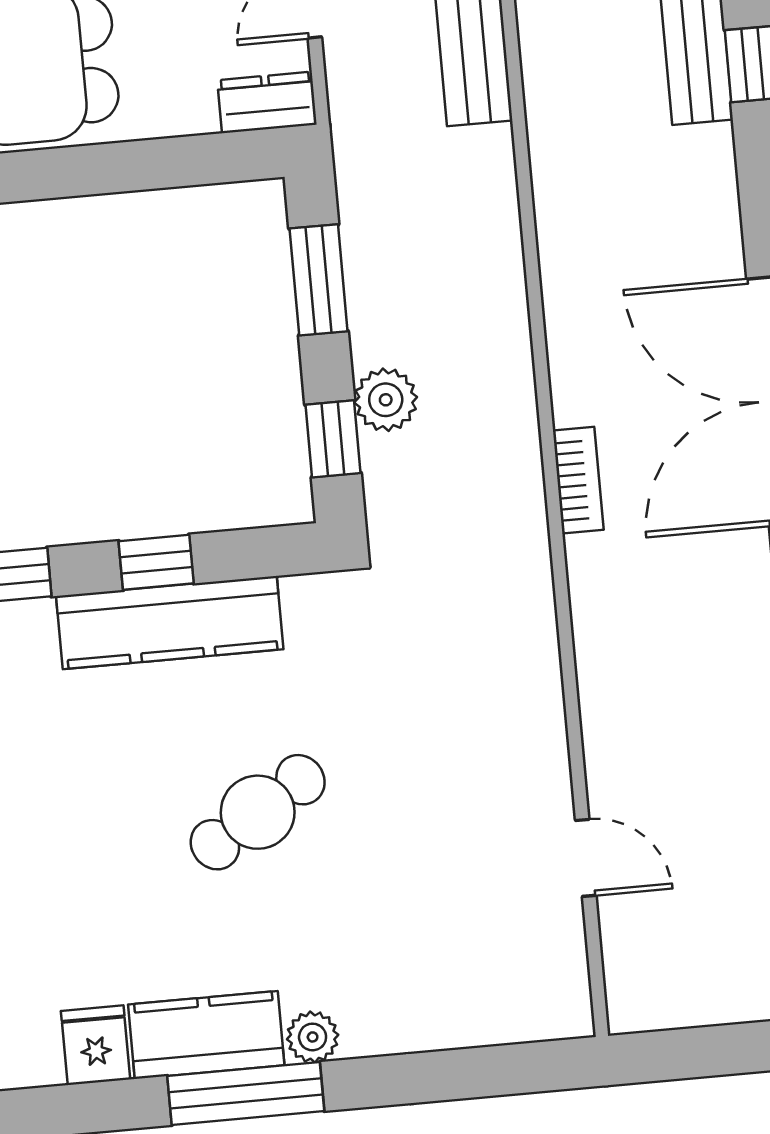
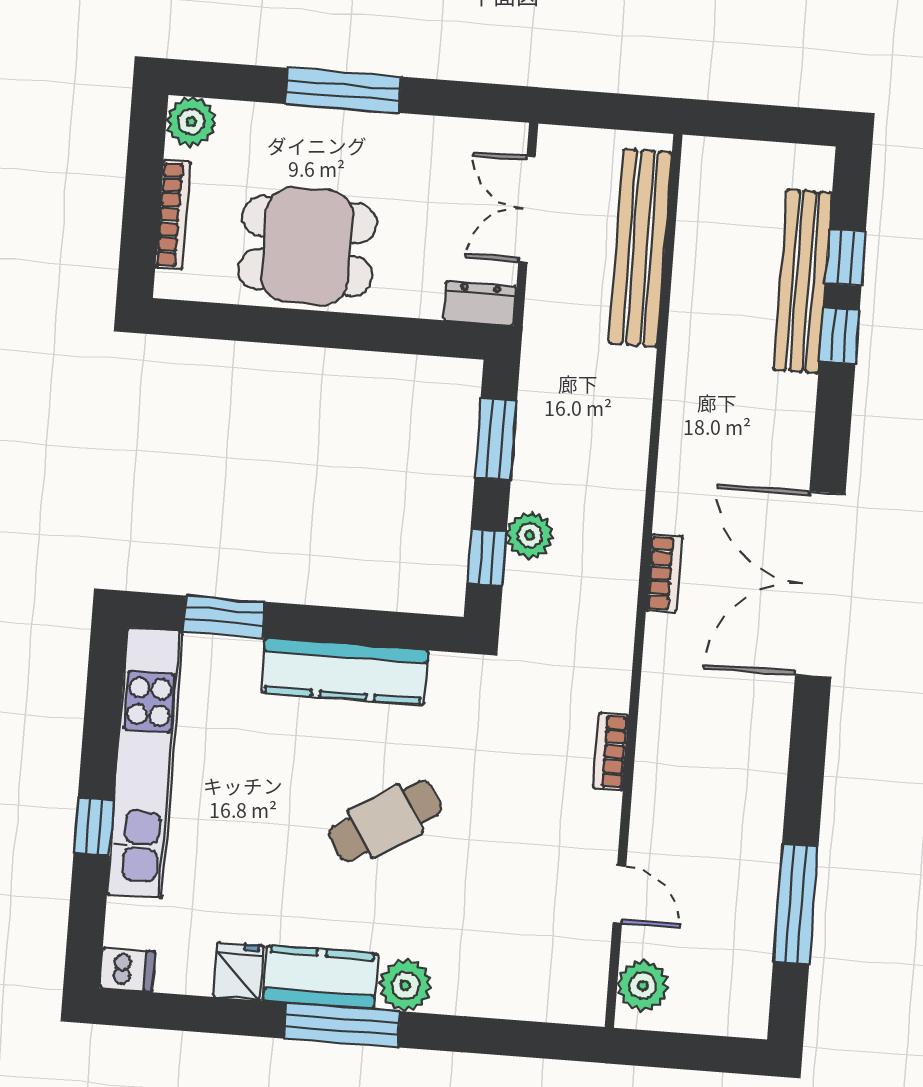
bookcase: (578, 480) -> (664, 573), moved
window: (156, 562) -> (342, 626), removed
bookcase: (542, 669) -> (611, 751), added
plant: (637, 974) -> (643, 986), added
plant: (313, 1037) -> (405, 985), width x1.38, depth x1.38

